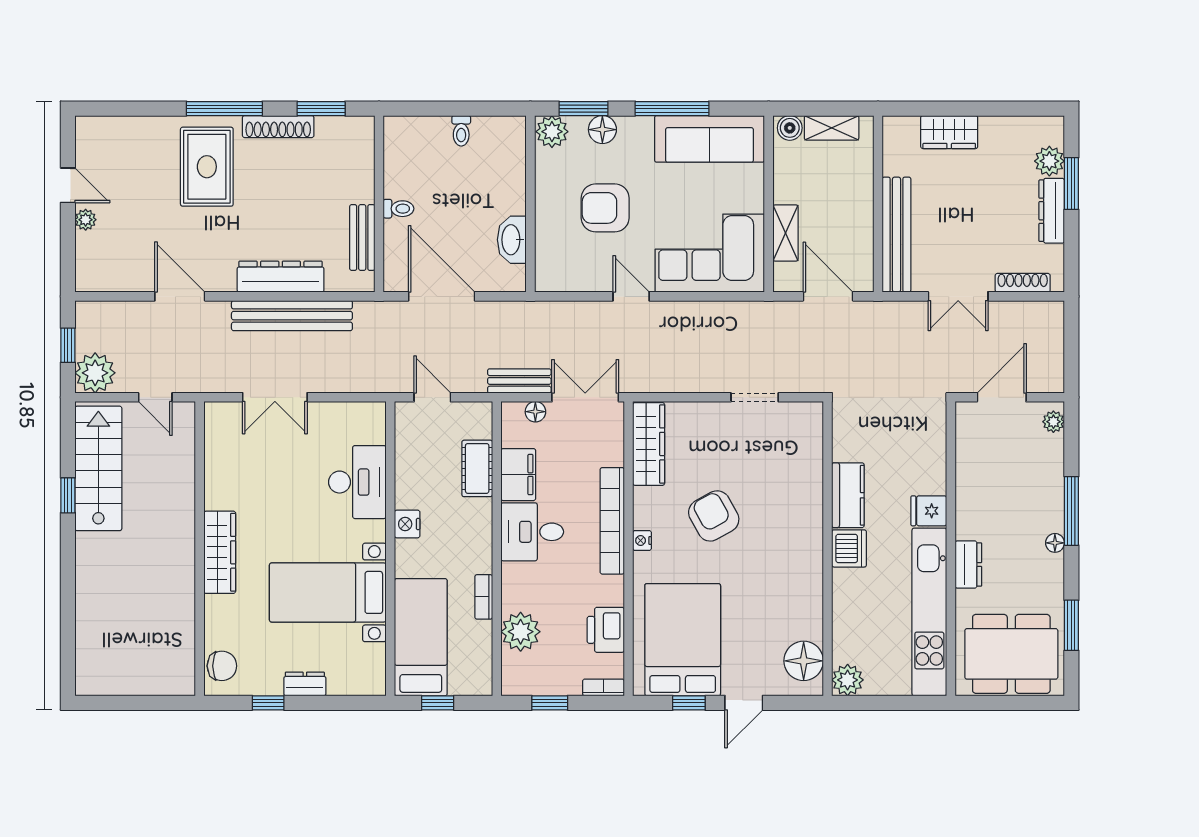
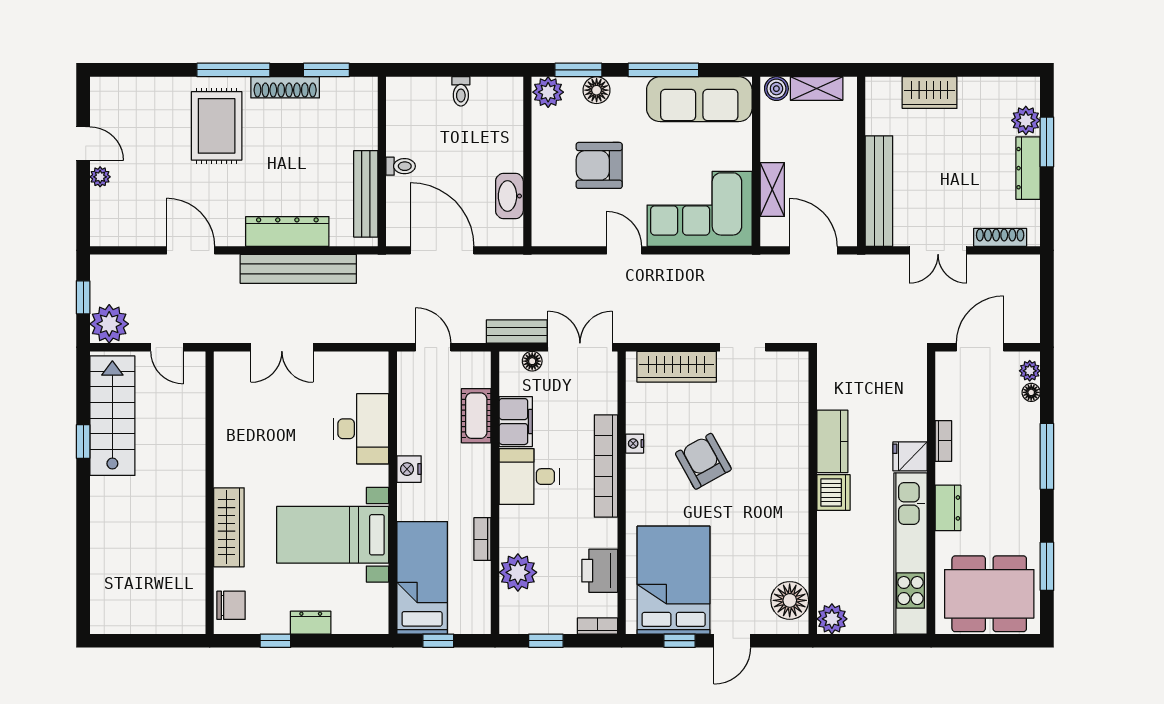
bench: (362, 238) -> (366, 194), width x1.36
wardrobe: (649, 444) -> (677, 367), moved, turned 90
bookcase: (964, 495) -> (943, 441), added
nightstand: (642, 541) -> (635, 444), moved
floor lamp: (1055, 543) -> (1031, 392), moved
wardrobe: (220, 552) -> (229, 527), moved

